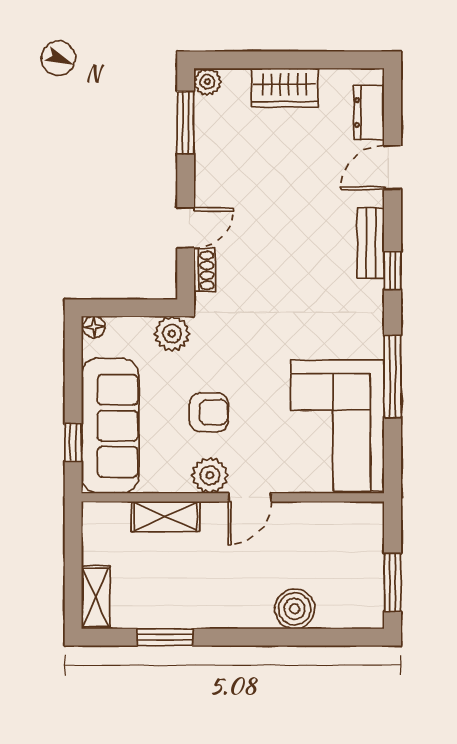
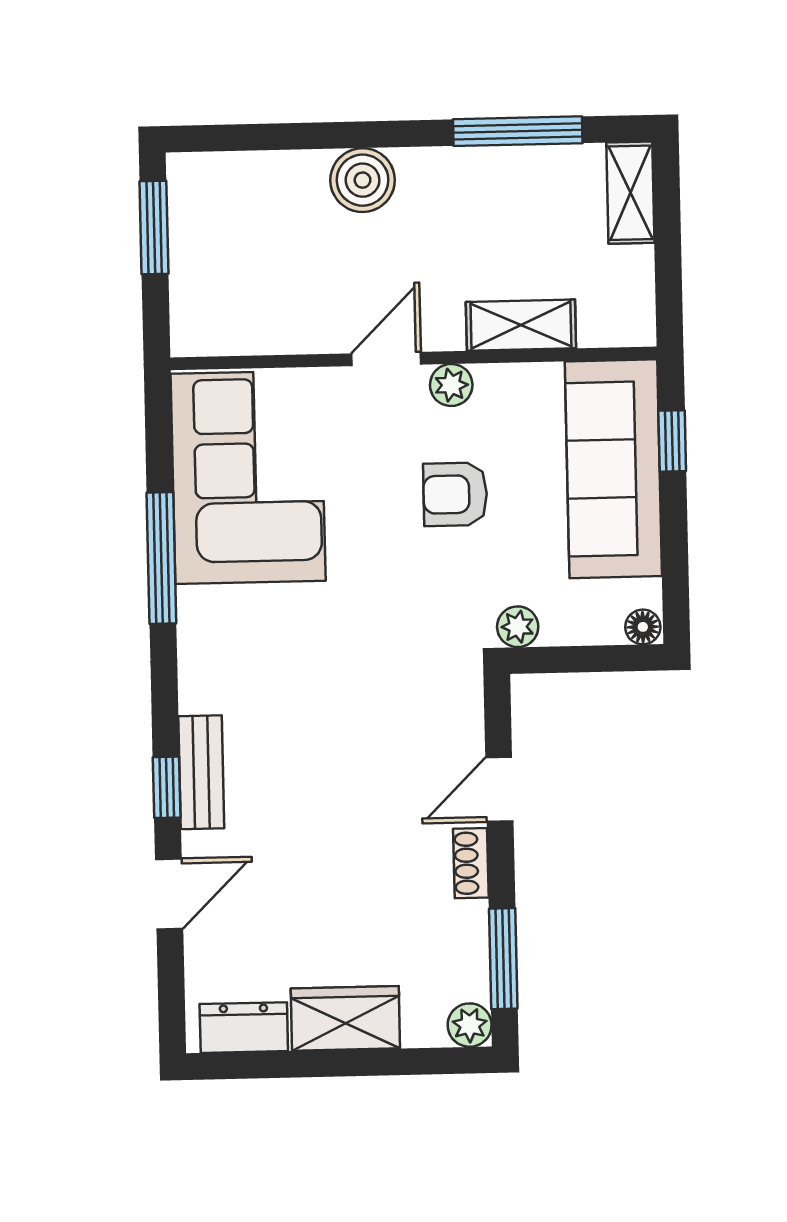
dresser: (369, 113) -> (244, 1028), moved, turned -90
shoe rack: (204, 270) -> (471, 863), moved
window: (393, 271) -> (167, 787), moved
plant: (172, 334) -> (518, 627), width x0.73, depth x0.73
plant: (210, 475) -> (451, 385), width x0.73, depth x0.73
boiler: (295, 609) -> (363, 180), moved
window: (165, 637) -> (518, 131), width x1.44

